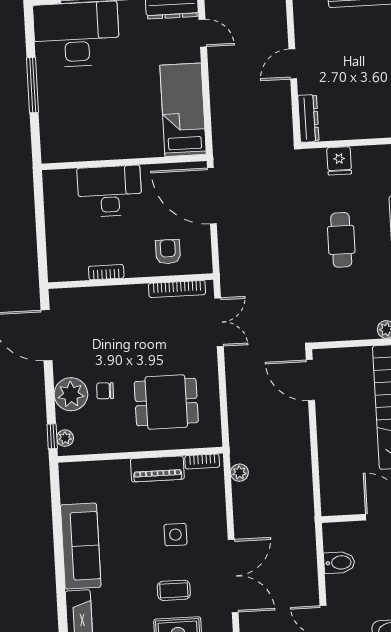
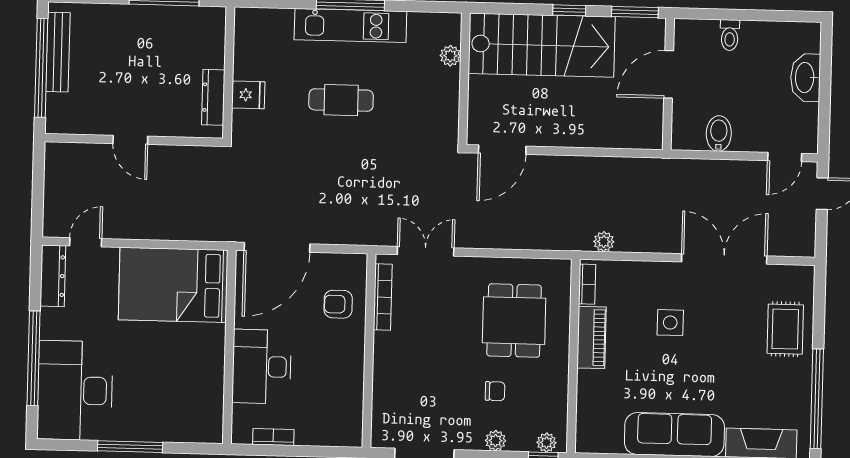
bed: (183, 110) -> (173, 285), width x1.50
dresser: (308, 118) -> (213, 97), moved, turned -90
bookcase: (106, 272) -> (273, 437), moved, turned 90
chair: (105, 391) -> (495, 391), turned -92
plant: (71, 394) -> (496, 441), width x0.53, depth x0.53
coffee table: (174, 590) -> (735, 330), removed

